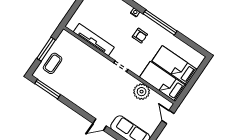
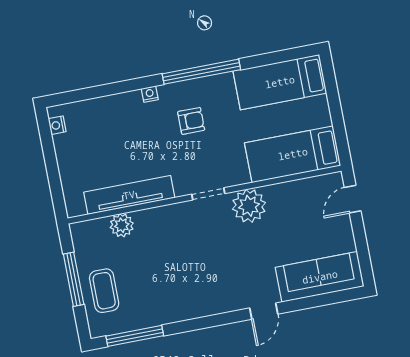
plant: (81, 47) -> (122, 225), added
bed: (175, 65) -> (280, 82), moved
plant: (142, 92) -> (249, 206), moved
door: (168, 117) -> (353, 199), hinge flipped

